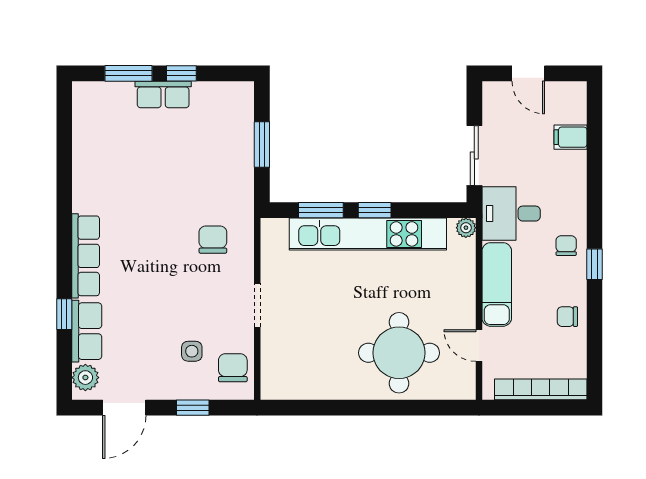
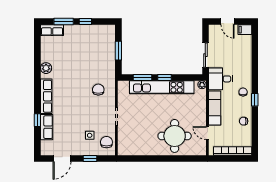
row of seats: (163, 94) -> (52, 30), moved
filing cabinet: (570, 137) -> (245, 30), moved
plant: (85, 378) -> (46, 68), moved

